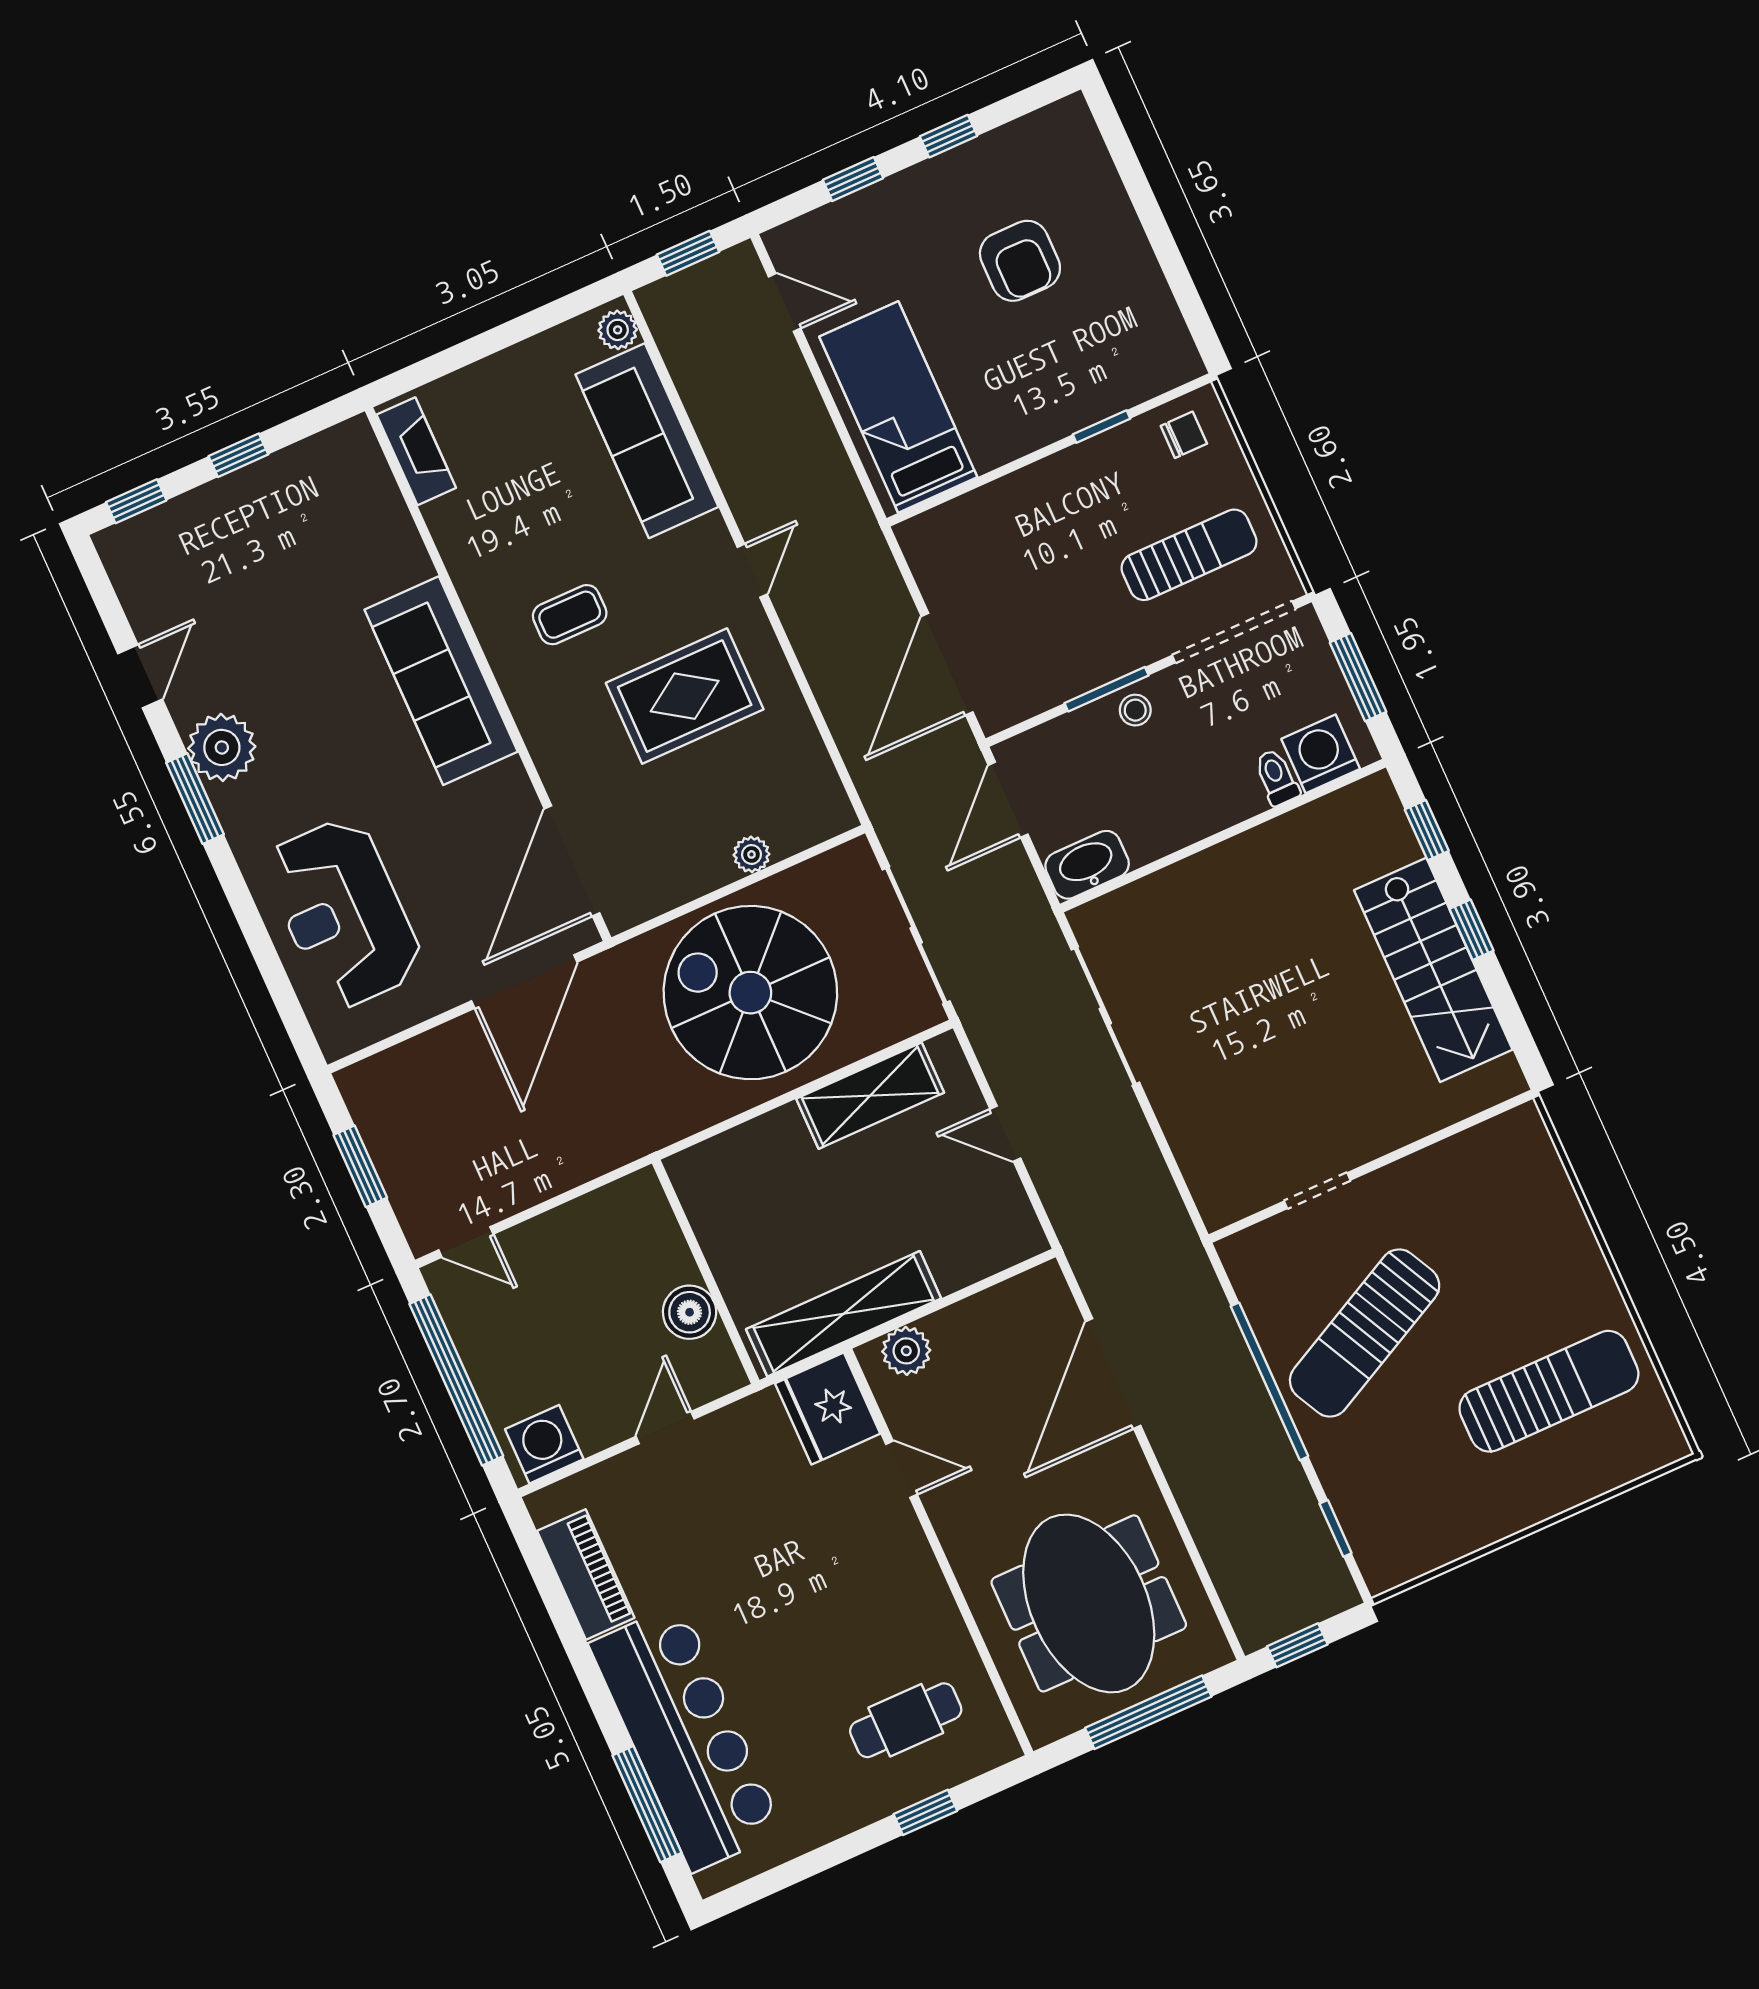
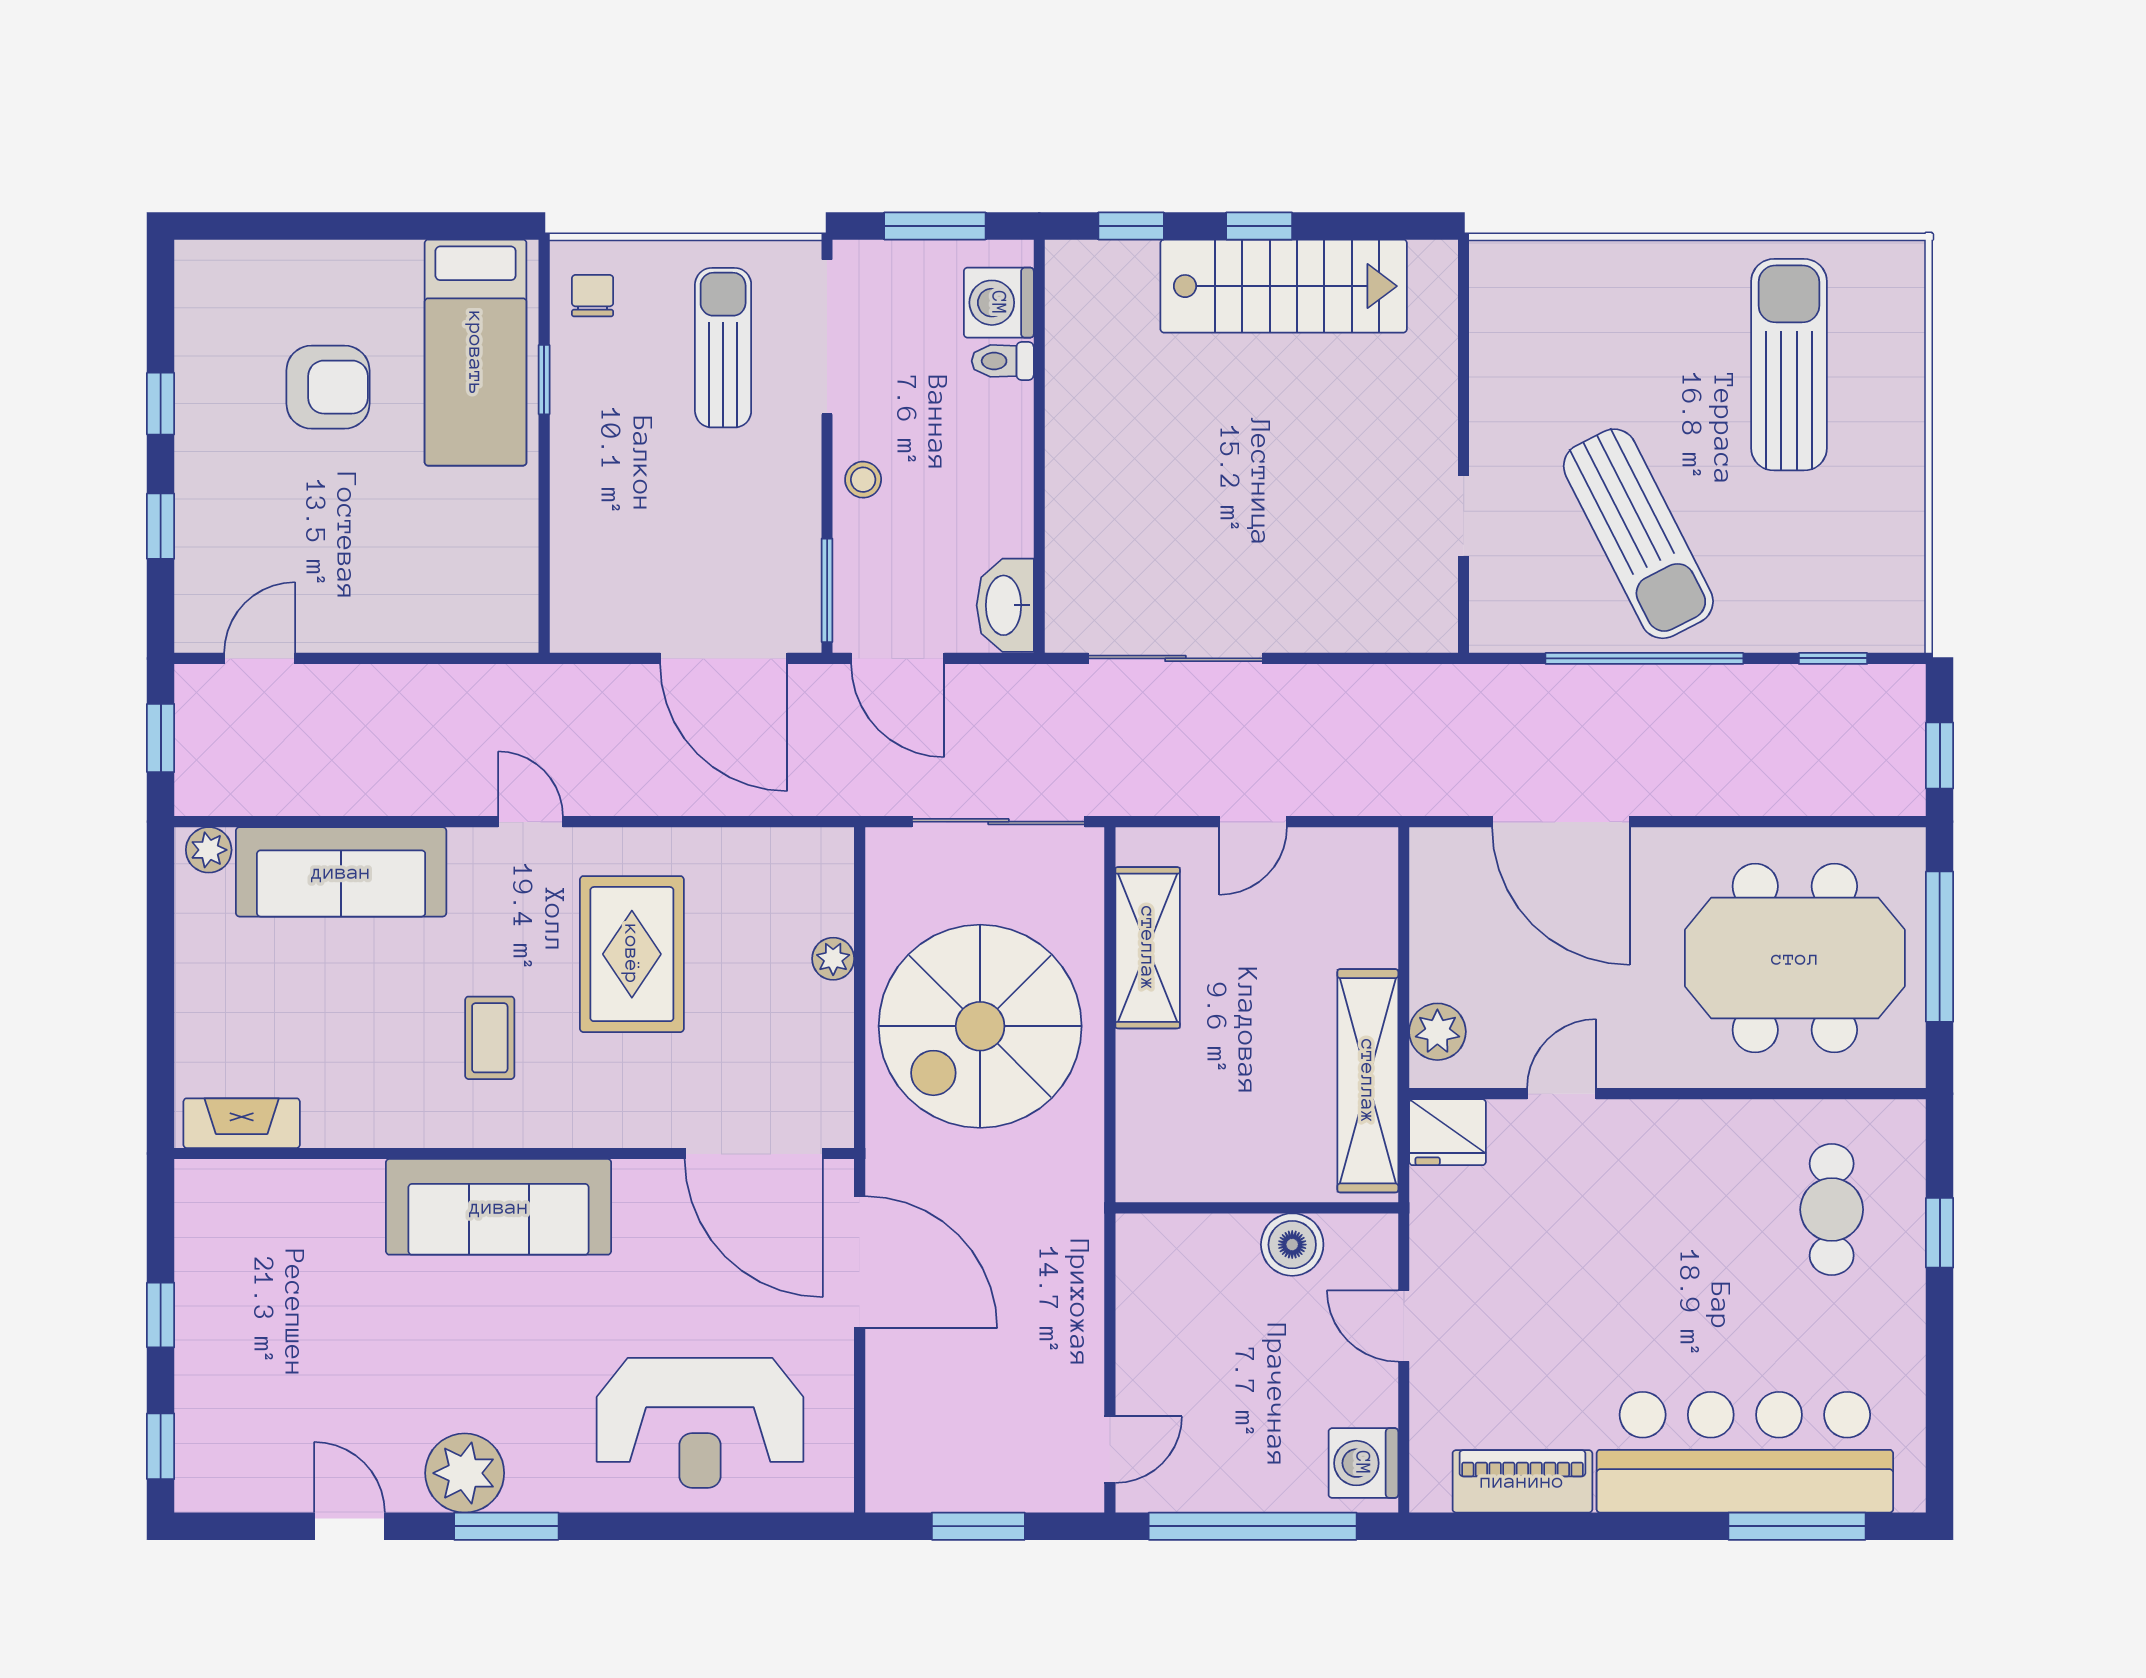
bed: (898, 407) -> (476, 353), moved, turned -90
window: (1107, 689) -> (827, 590), moved
fridge: (828, 1409) -> (1448, 1132), width x0.73, depth x0.75

